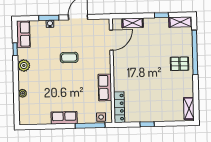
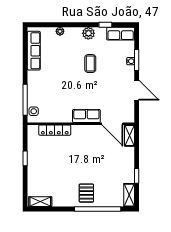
shelving: (133, 23) -> (130, 136), moved
coffee table: (69, 58) -> (90, 64), moved
row of seats: (105, 87) -> (86, 116), moved
locker: (119, 107) -> (55, 130), moved
row of seats: (64, 118) -> (34, 51), moved, width x1.48

